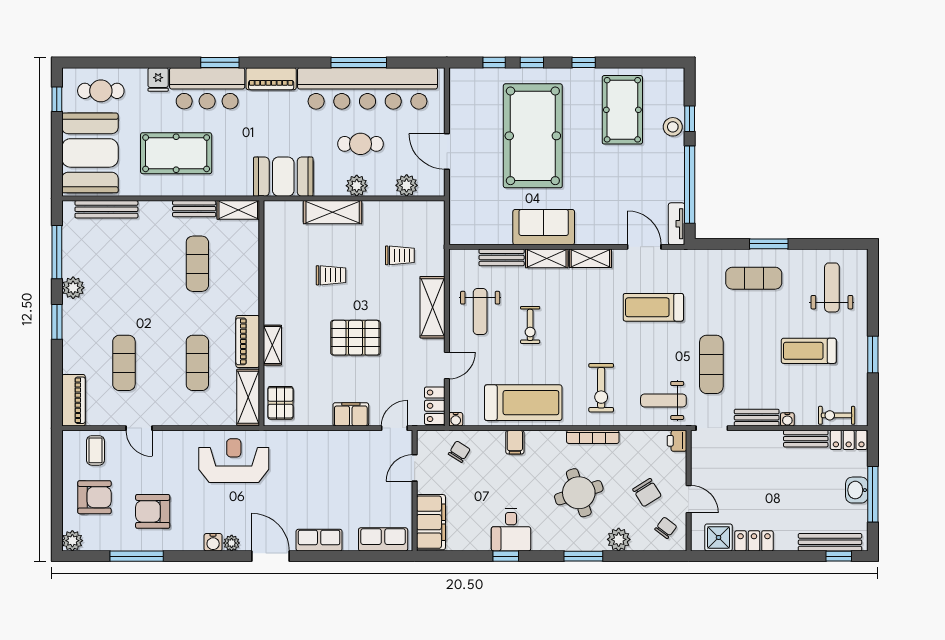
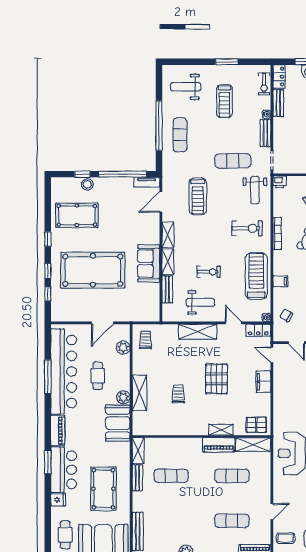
plant: (357, 186) -> (123, 397), moved
window: (769, 244) -> (159, 126), width x2.11
trolley: (400, 255) -> (146, 340), moved

